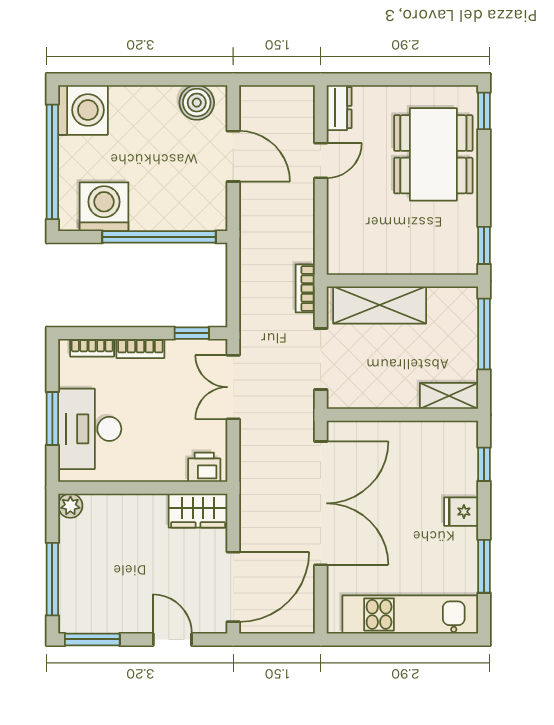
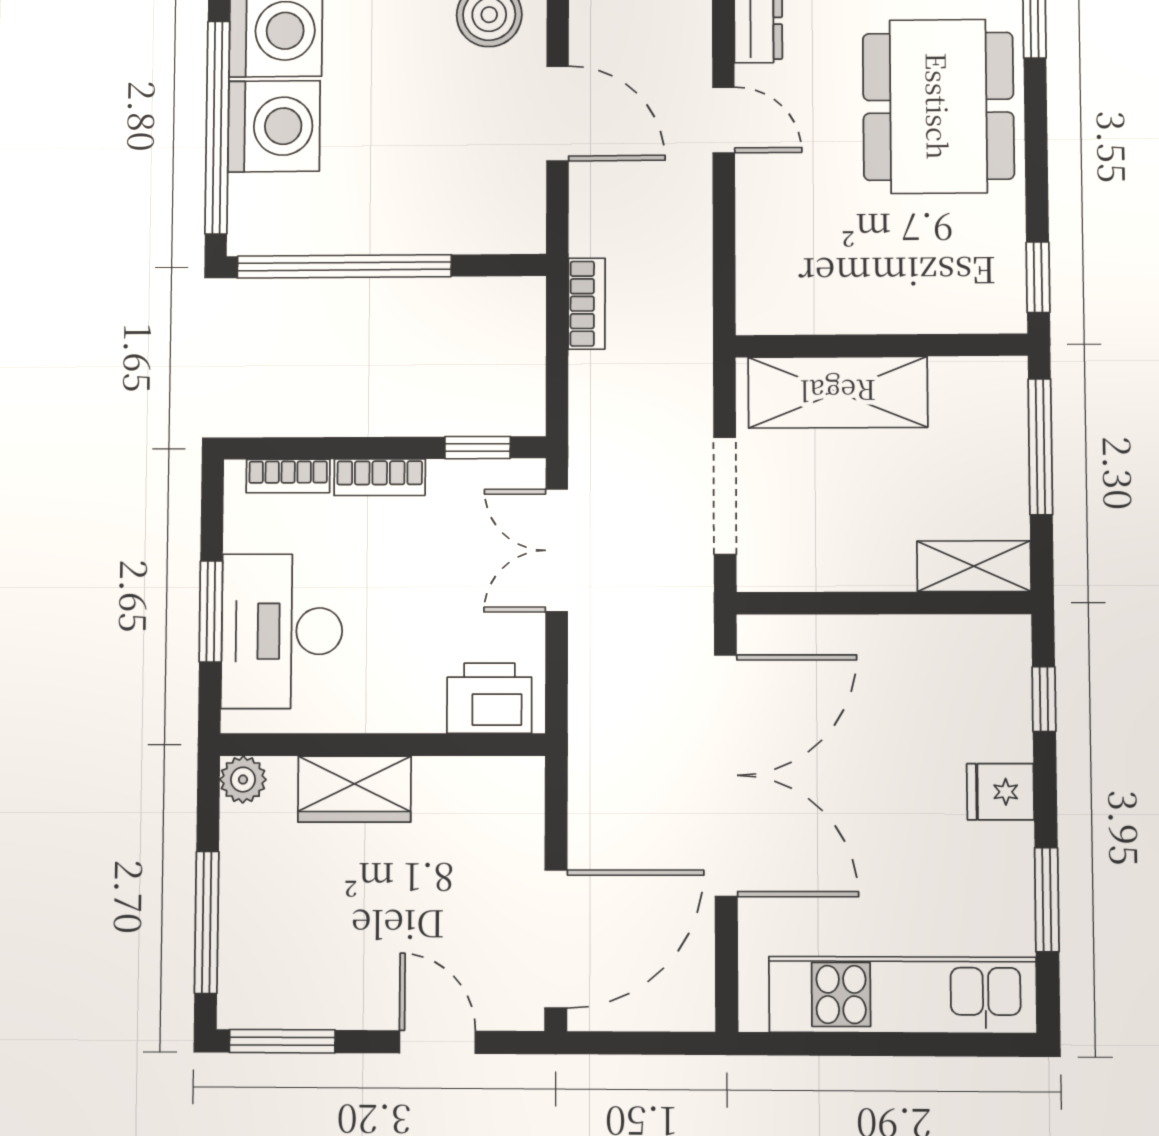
door: (321, 161) -> (724, 120), hinge flipped
washing machine: (104, 207) -> (274, 126), moved, turned 90
window: (159, 237) -> (344, 266), moved
bookcase: (305, 288) -> (587, 304), moved, turned 180
printer: (204, 467) -> (489, 698), width x1.36, depth x1.24
wardrobe: (198, 511) -> (354, 789), moved

